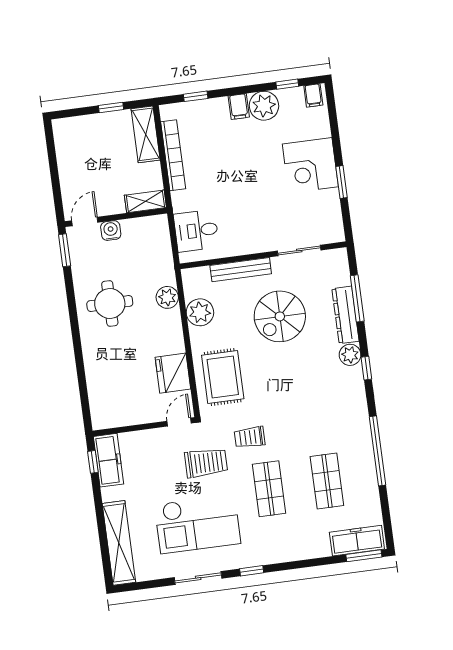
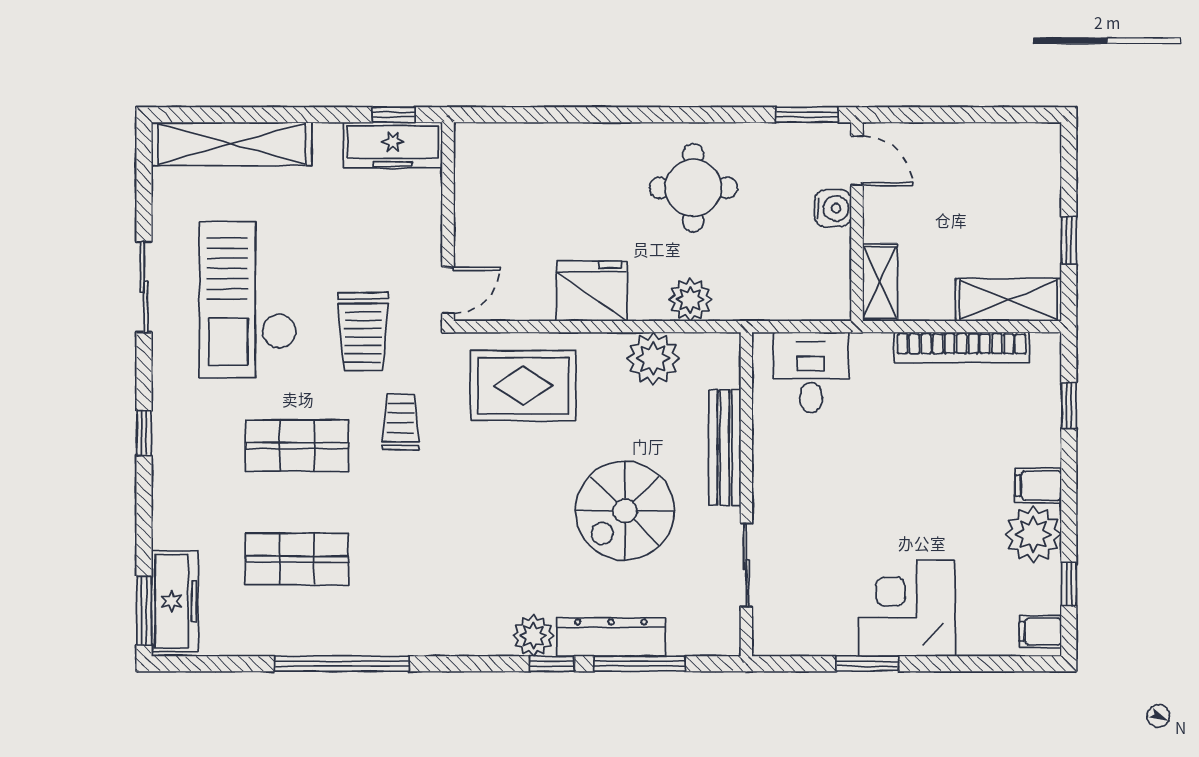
spiral stairs: (280, 316) -> (625, 511), turned -90
window: (366, 368) -> (552, 664), moved
fridge: (173, 373) -> (591, 291), moved
door: (179, 422) -> (448, 290), hinge flipped
window: (252, 571) -> (144, 433), moved

